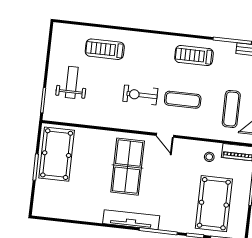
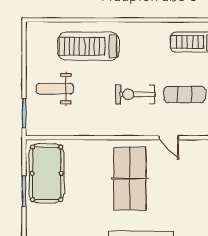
treadmill: (105, 49) -> (88, 46), width x1.37, depth x1.38
weight bench: (72, 82) -> (55, 89), turned -90

